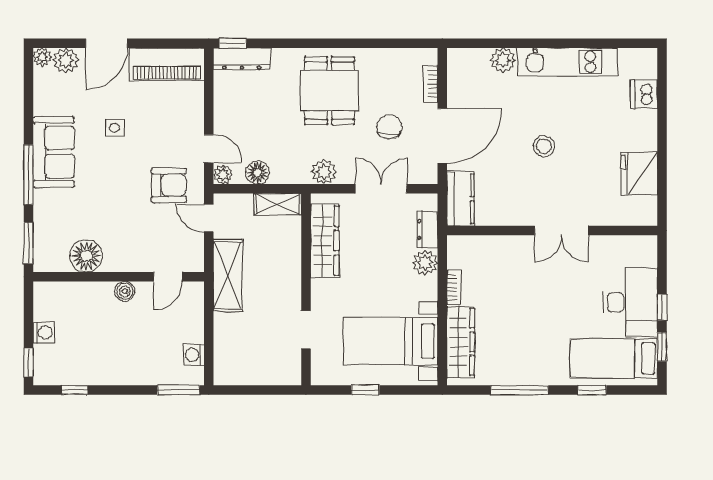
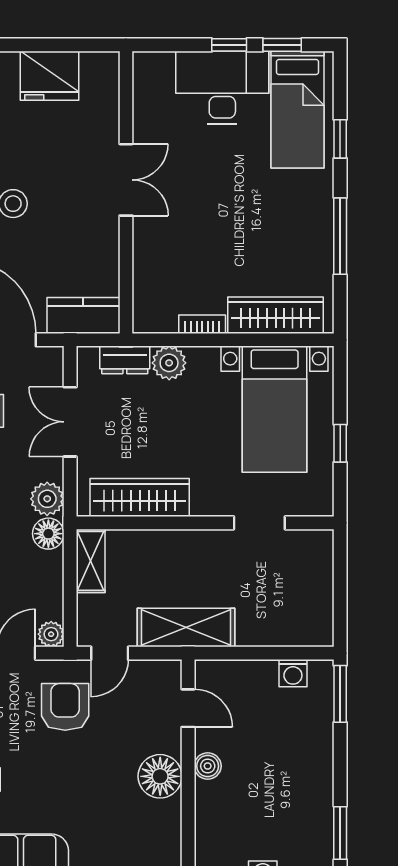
floor lamp: (258, 173) -> (48, 534), moved
floor lamp: (86, 256) -> (160, 776), moved
window: (75, 390) -> (340, 833), width x1.50

